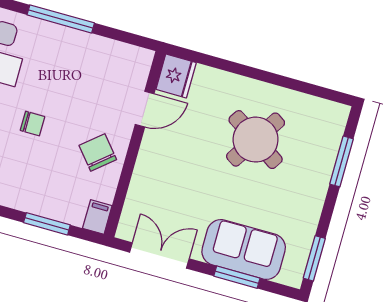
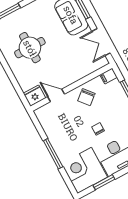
round table: (256, 140) -> (30, 48), turned -33

